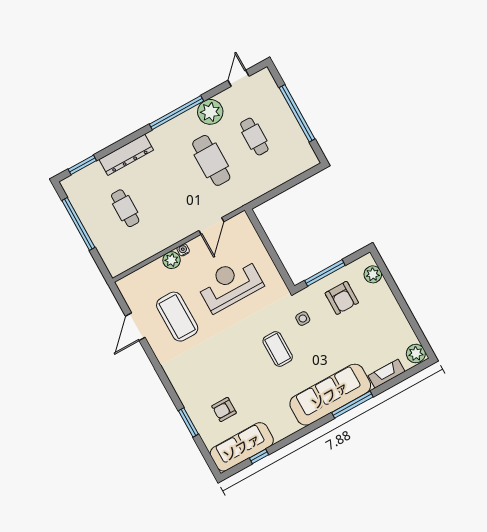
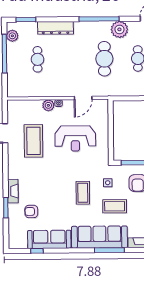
plant: (76, 195) -> (12, 36), added
reception desk: (230, 284) -> (75, 139), turned 180
coffee table: (328, 344) -> (115, 206), added
fireplace: (186, 396) -> (13, 191), added
sofa: (242, 447) -> (49, 239), moved

